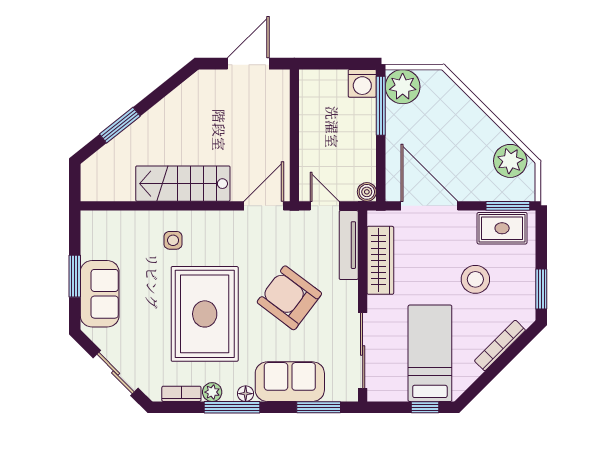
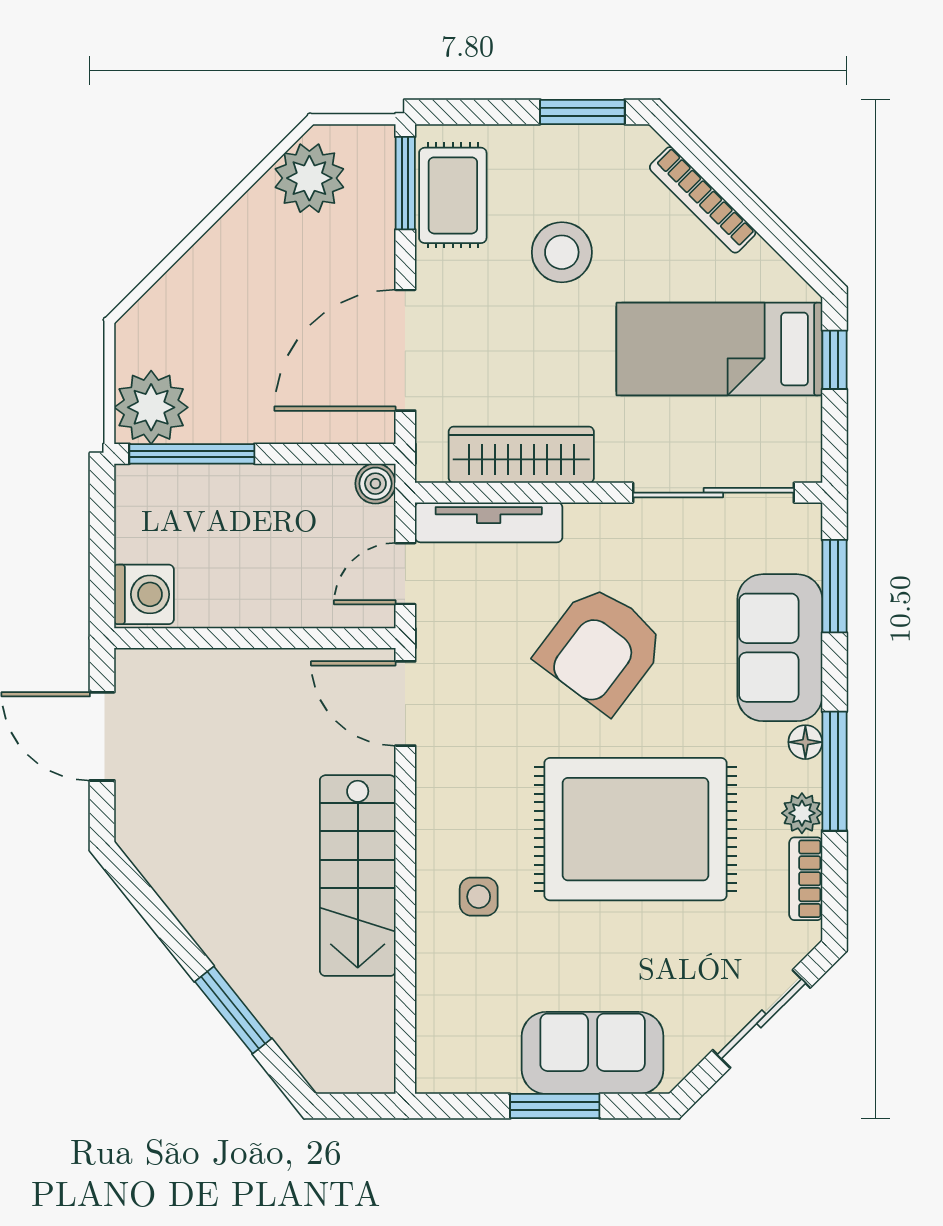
washing machine: (362, 83) -> (144, 594), moved

